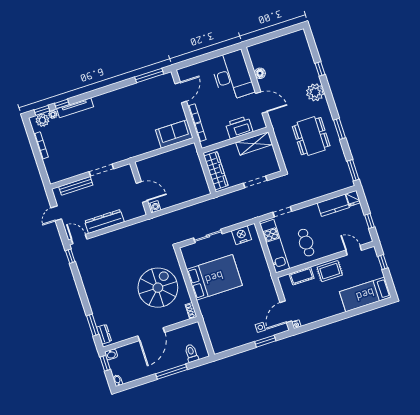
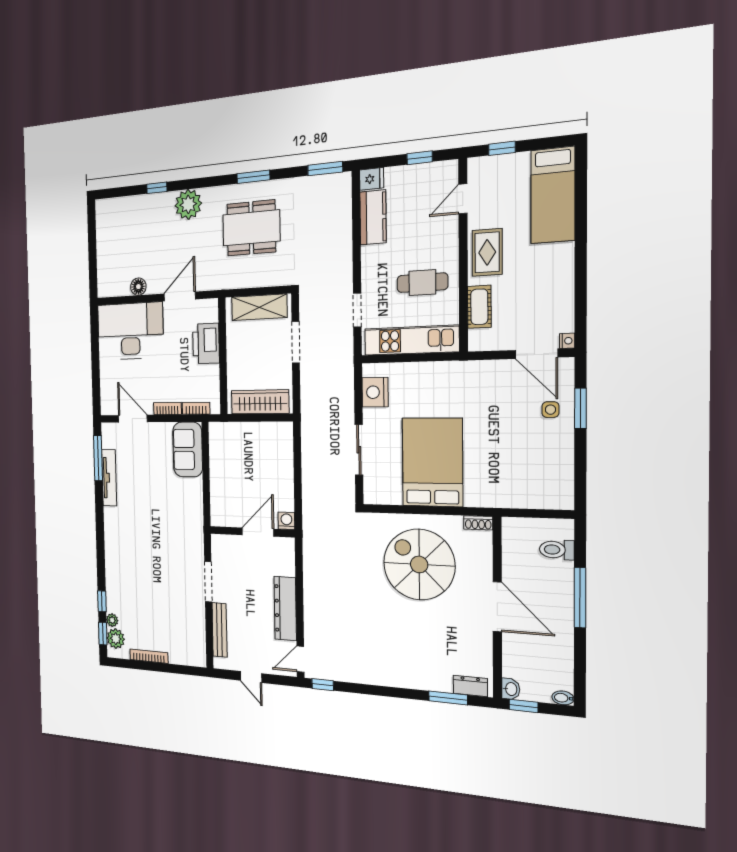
tv unit: (75, 108) -> (109, 478), moved
shelving: (254, 144) -> (259, 307), moved, turned 90

